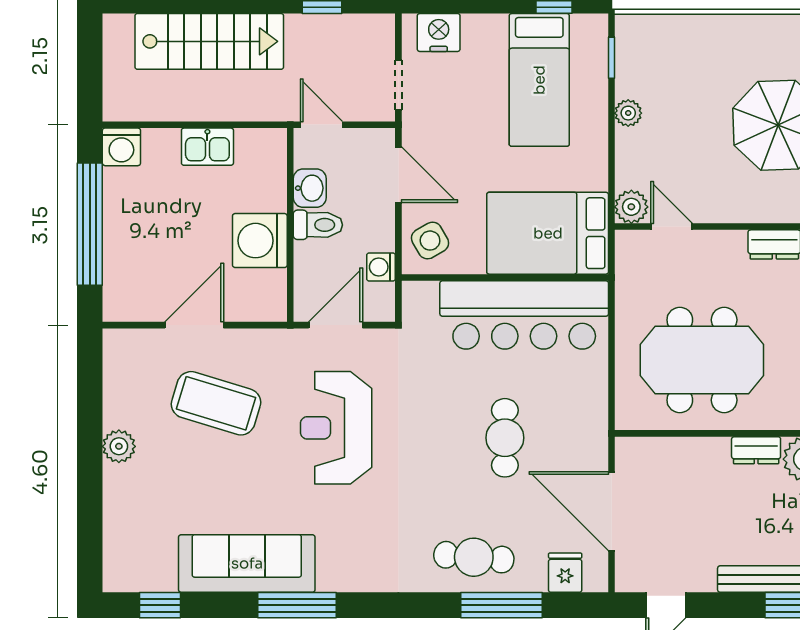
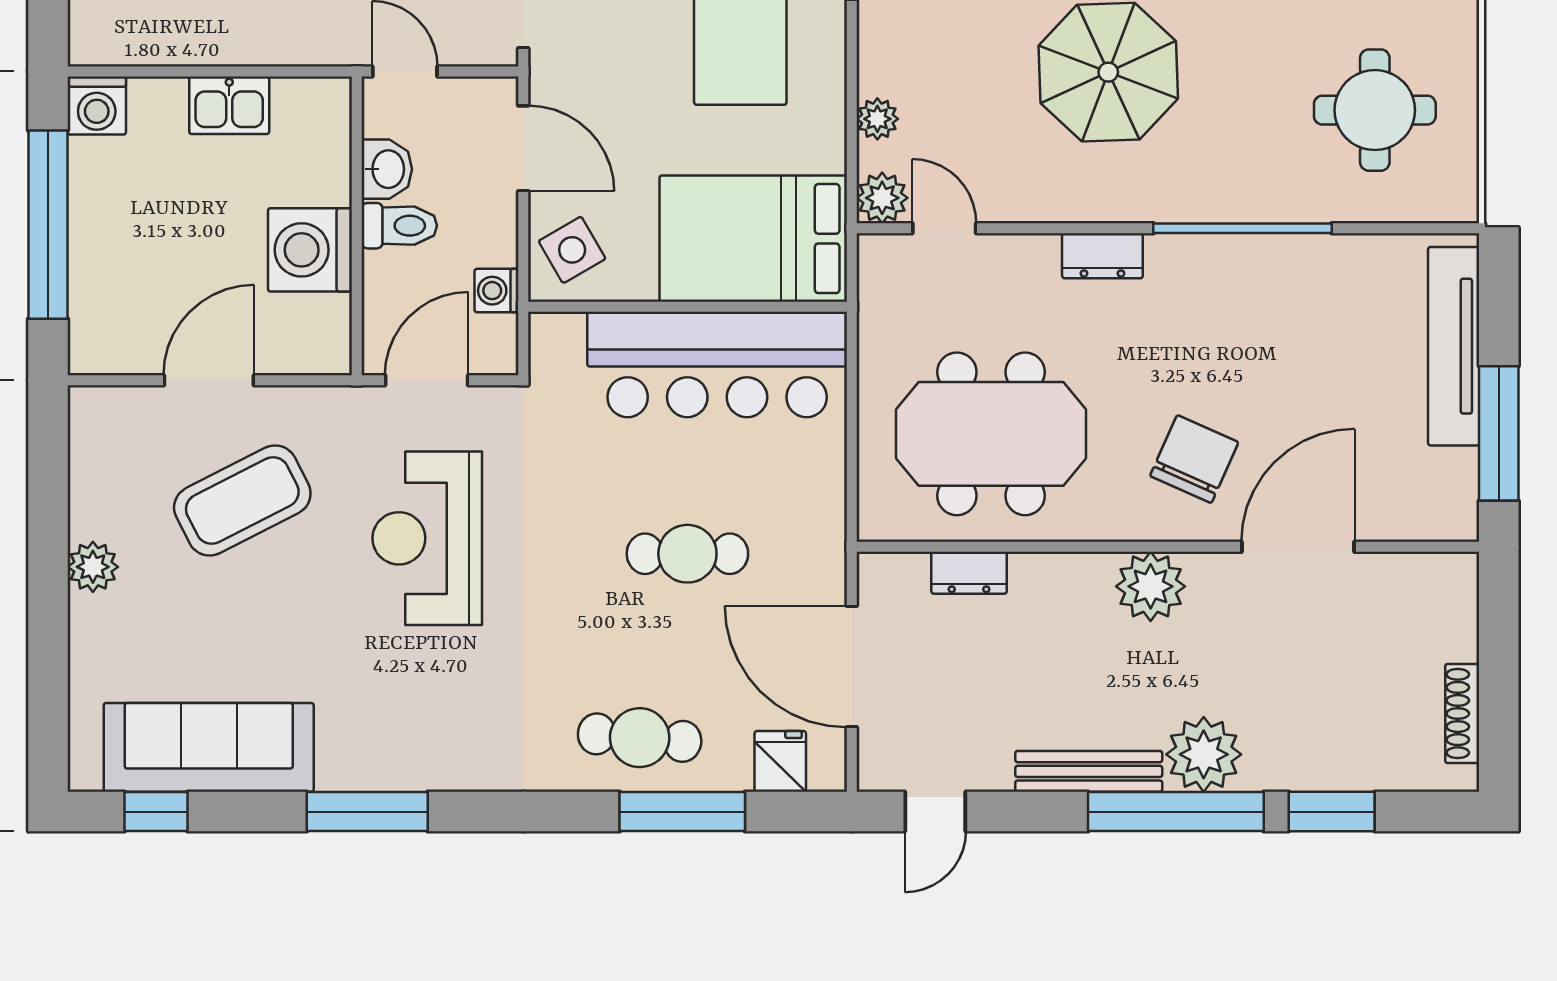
plant: (628, 113) -> (877, 119), moved
coffee table: (216, 403) -> (242, 501), turned -44
cafe table: (505, 438) -> (687, 554), turned 90
dresser: (756, 450) -> (969, 573), moved
sofa: (247, 563) -> (209, 747), moved

